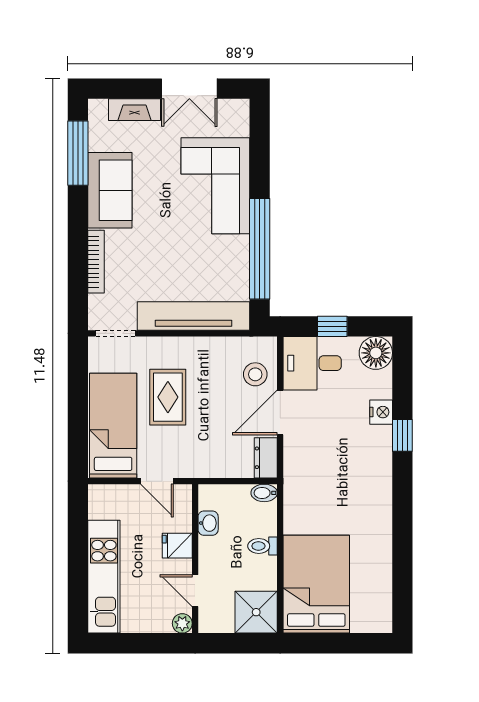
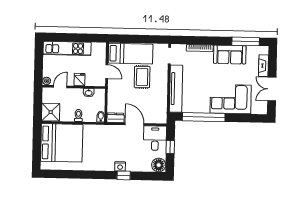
stool: (255, 374) -> (151, 114), removed
rug: (168, 397) -> (142, 77), turned 90
nightstand: (381, 412) -> (120, 166), moved
door: (157, 481) -> (107, 72), swing flipped
bed: (316, 584) -> (62, 143), width x1.36

